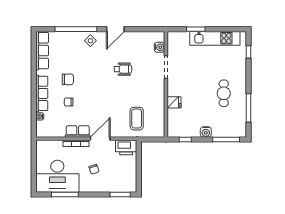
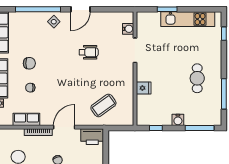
coffee table: (137, 119) -> (103, 105), turned 54
row of seats: (78, 132) -> (26, 119), moved

